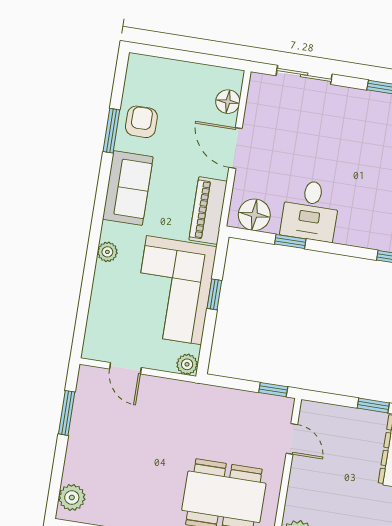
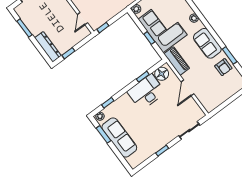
floor lamp: (228, 102) -> (204, 99), removed
door: (236, 148) -> (187, 88), swing flipped
desk: (310, 210) -> (146, 92), width x1.37
door: (292, 439) -> (82, 19), hinge flipped

